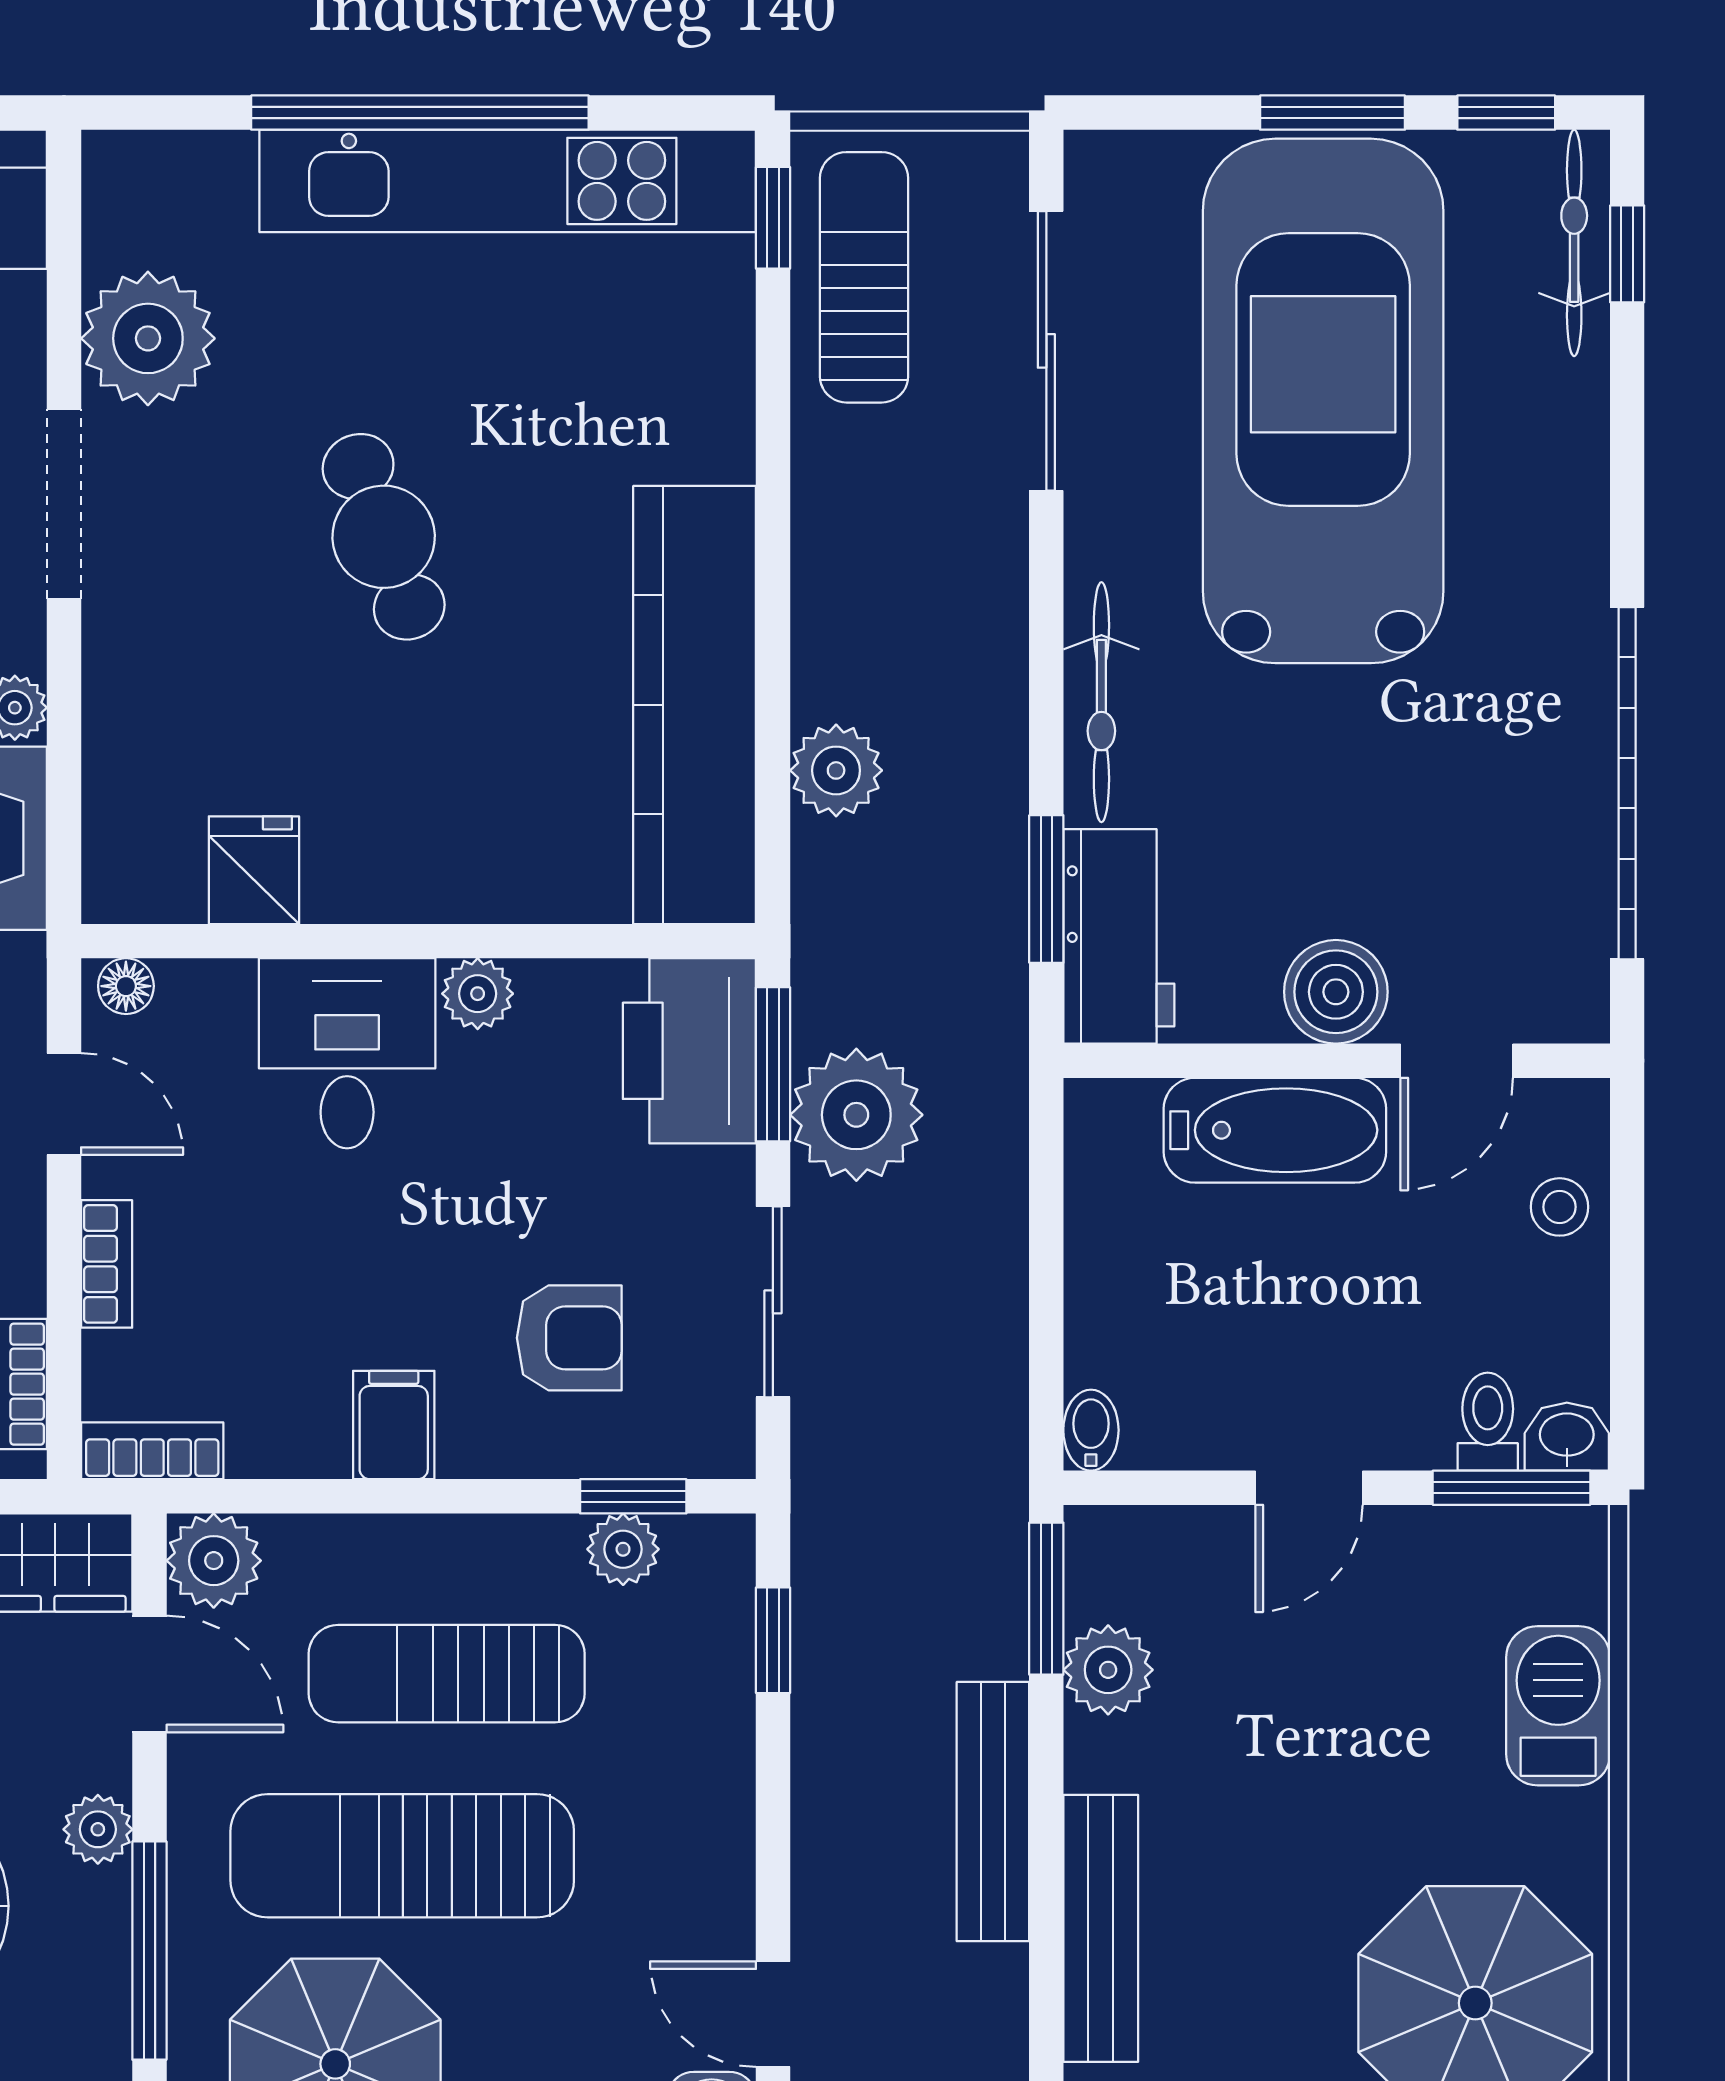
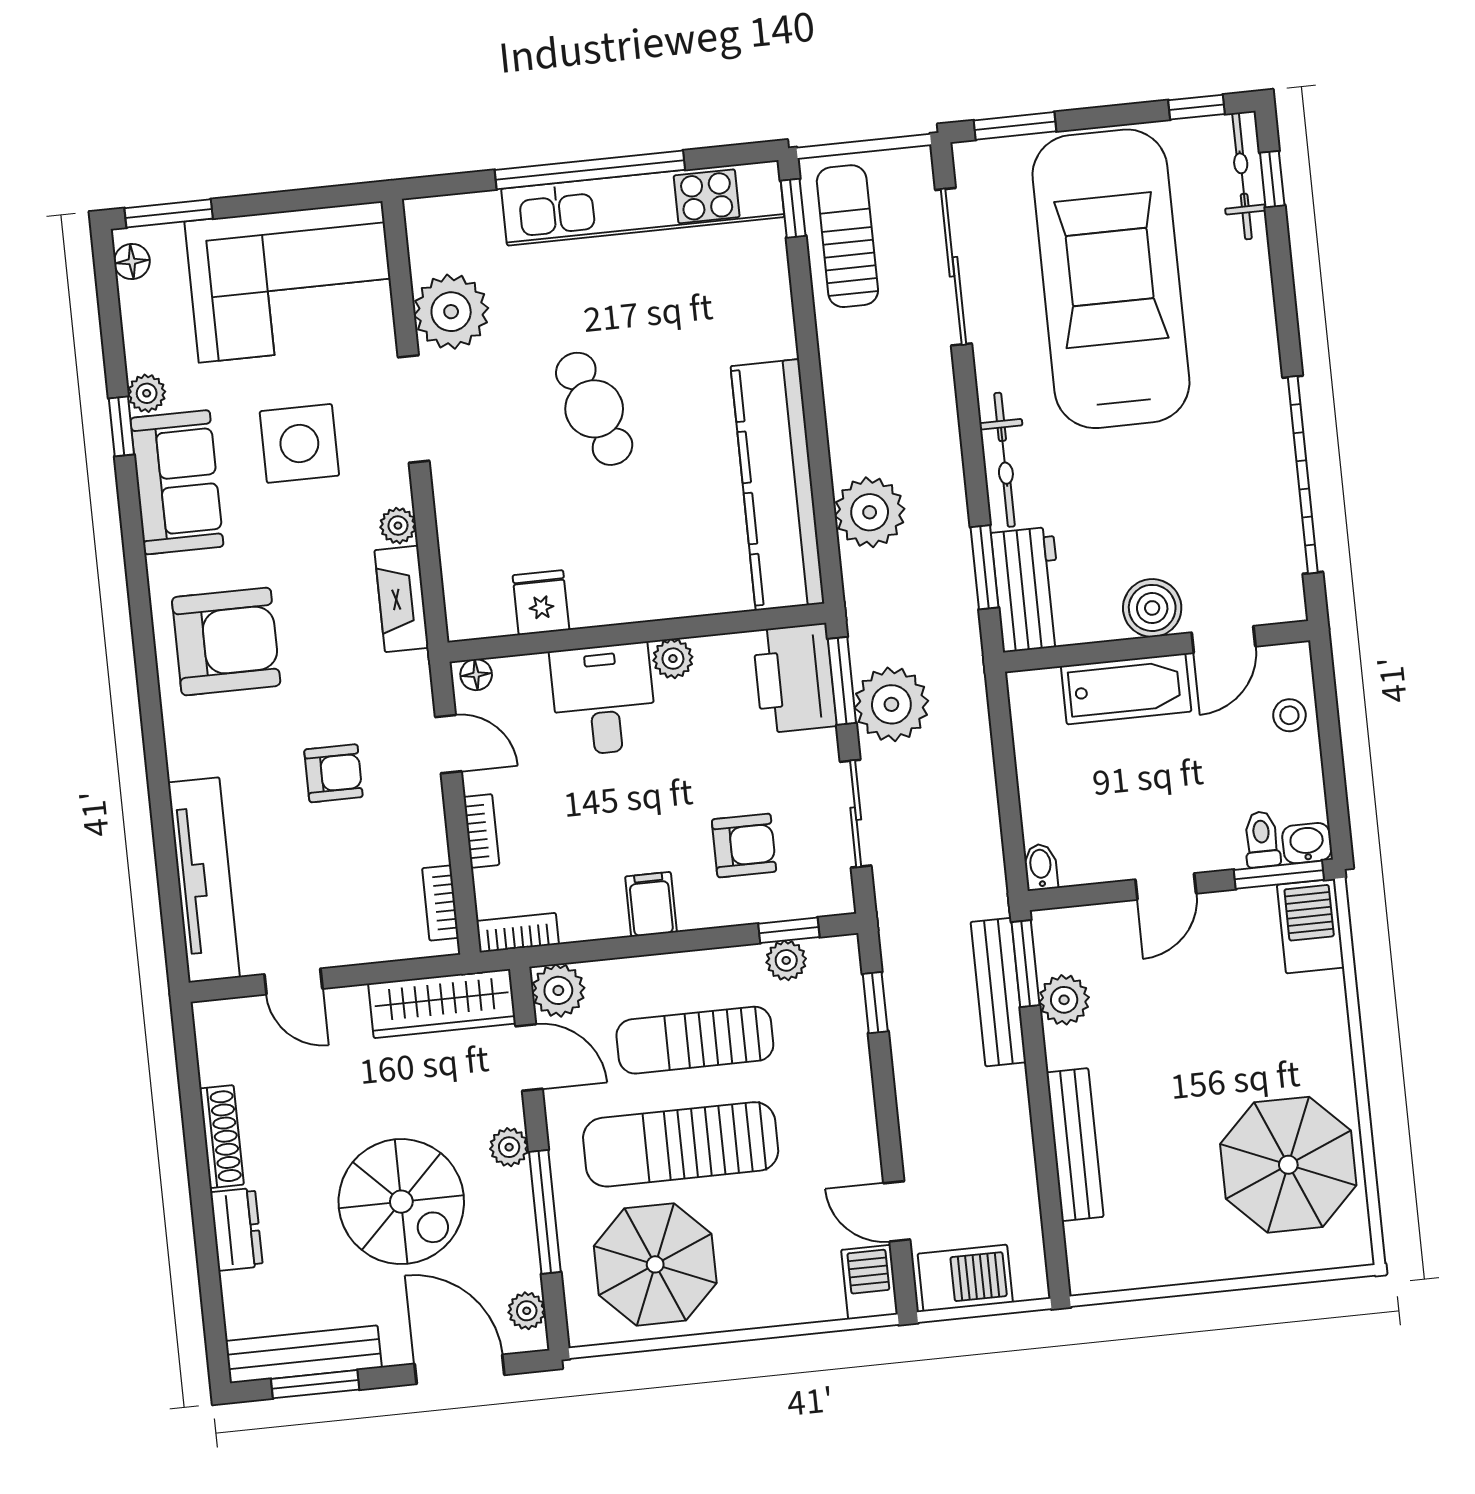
window: (1332, 113) -> (1015, 126), moved
plant: (836, 770) -> (870, 512), width x1.36, depth x1.36
barbecue: (1558, 1706) -> (1310, 926), moved
bench: (993, 1812) -> (998, 992), moved

